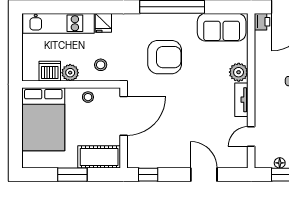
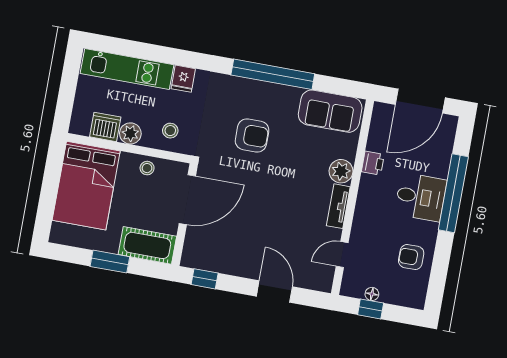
printer: (262, 22) -> (373, 163), moved
armchair: (165, 57) -> (252, 136), width x0.73, depth x0.73

